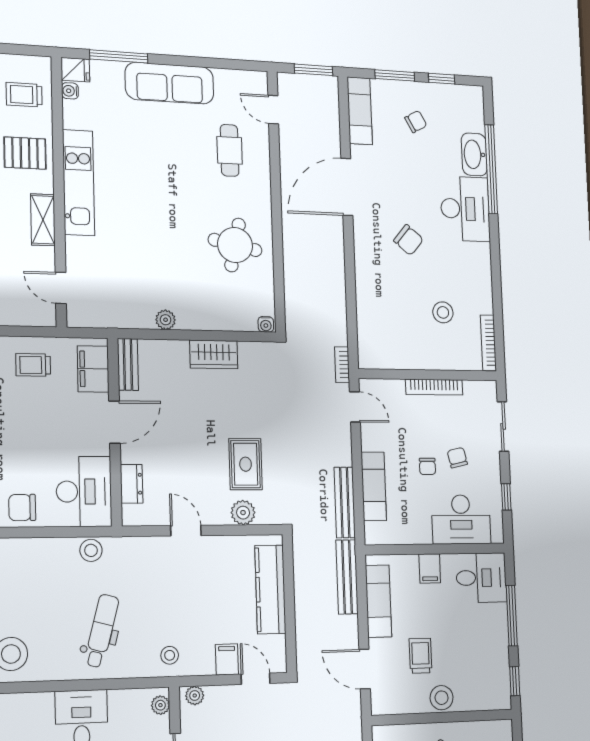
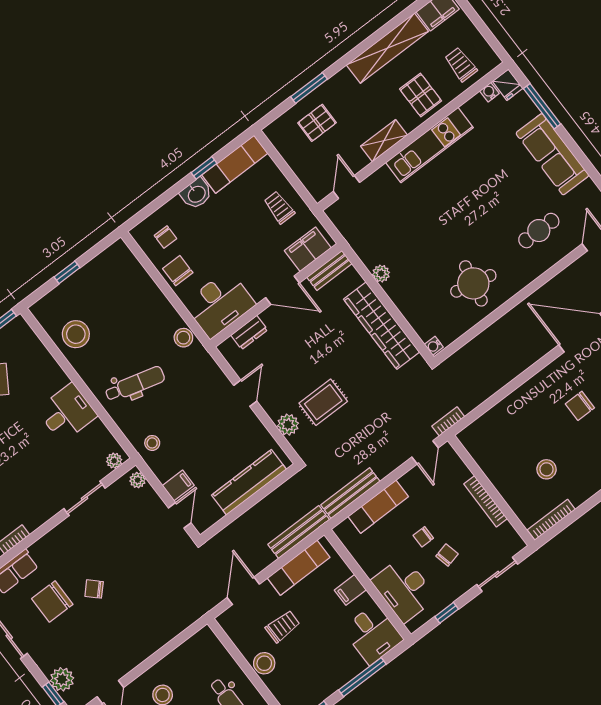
chair: (409, 240) -> (580, 406), turned 50
wardrobe: (214, 354) -> (382, 326), width x2.10, depth x1.17

